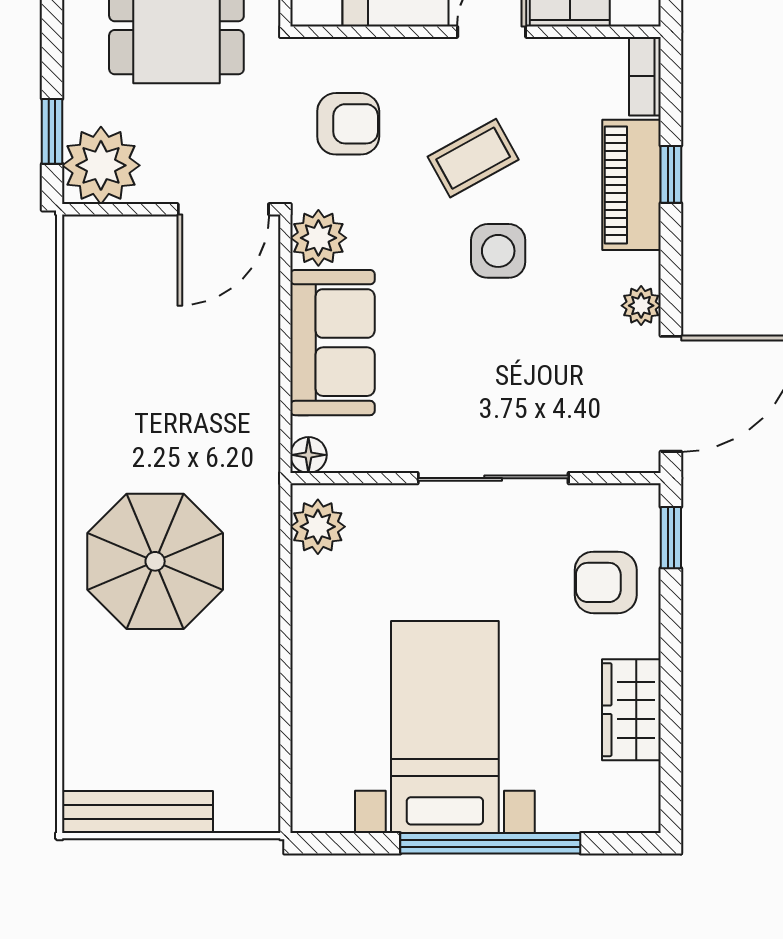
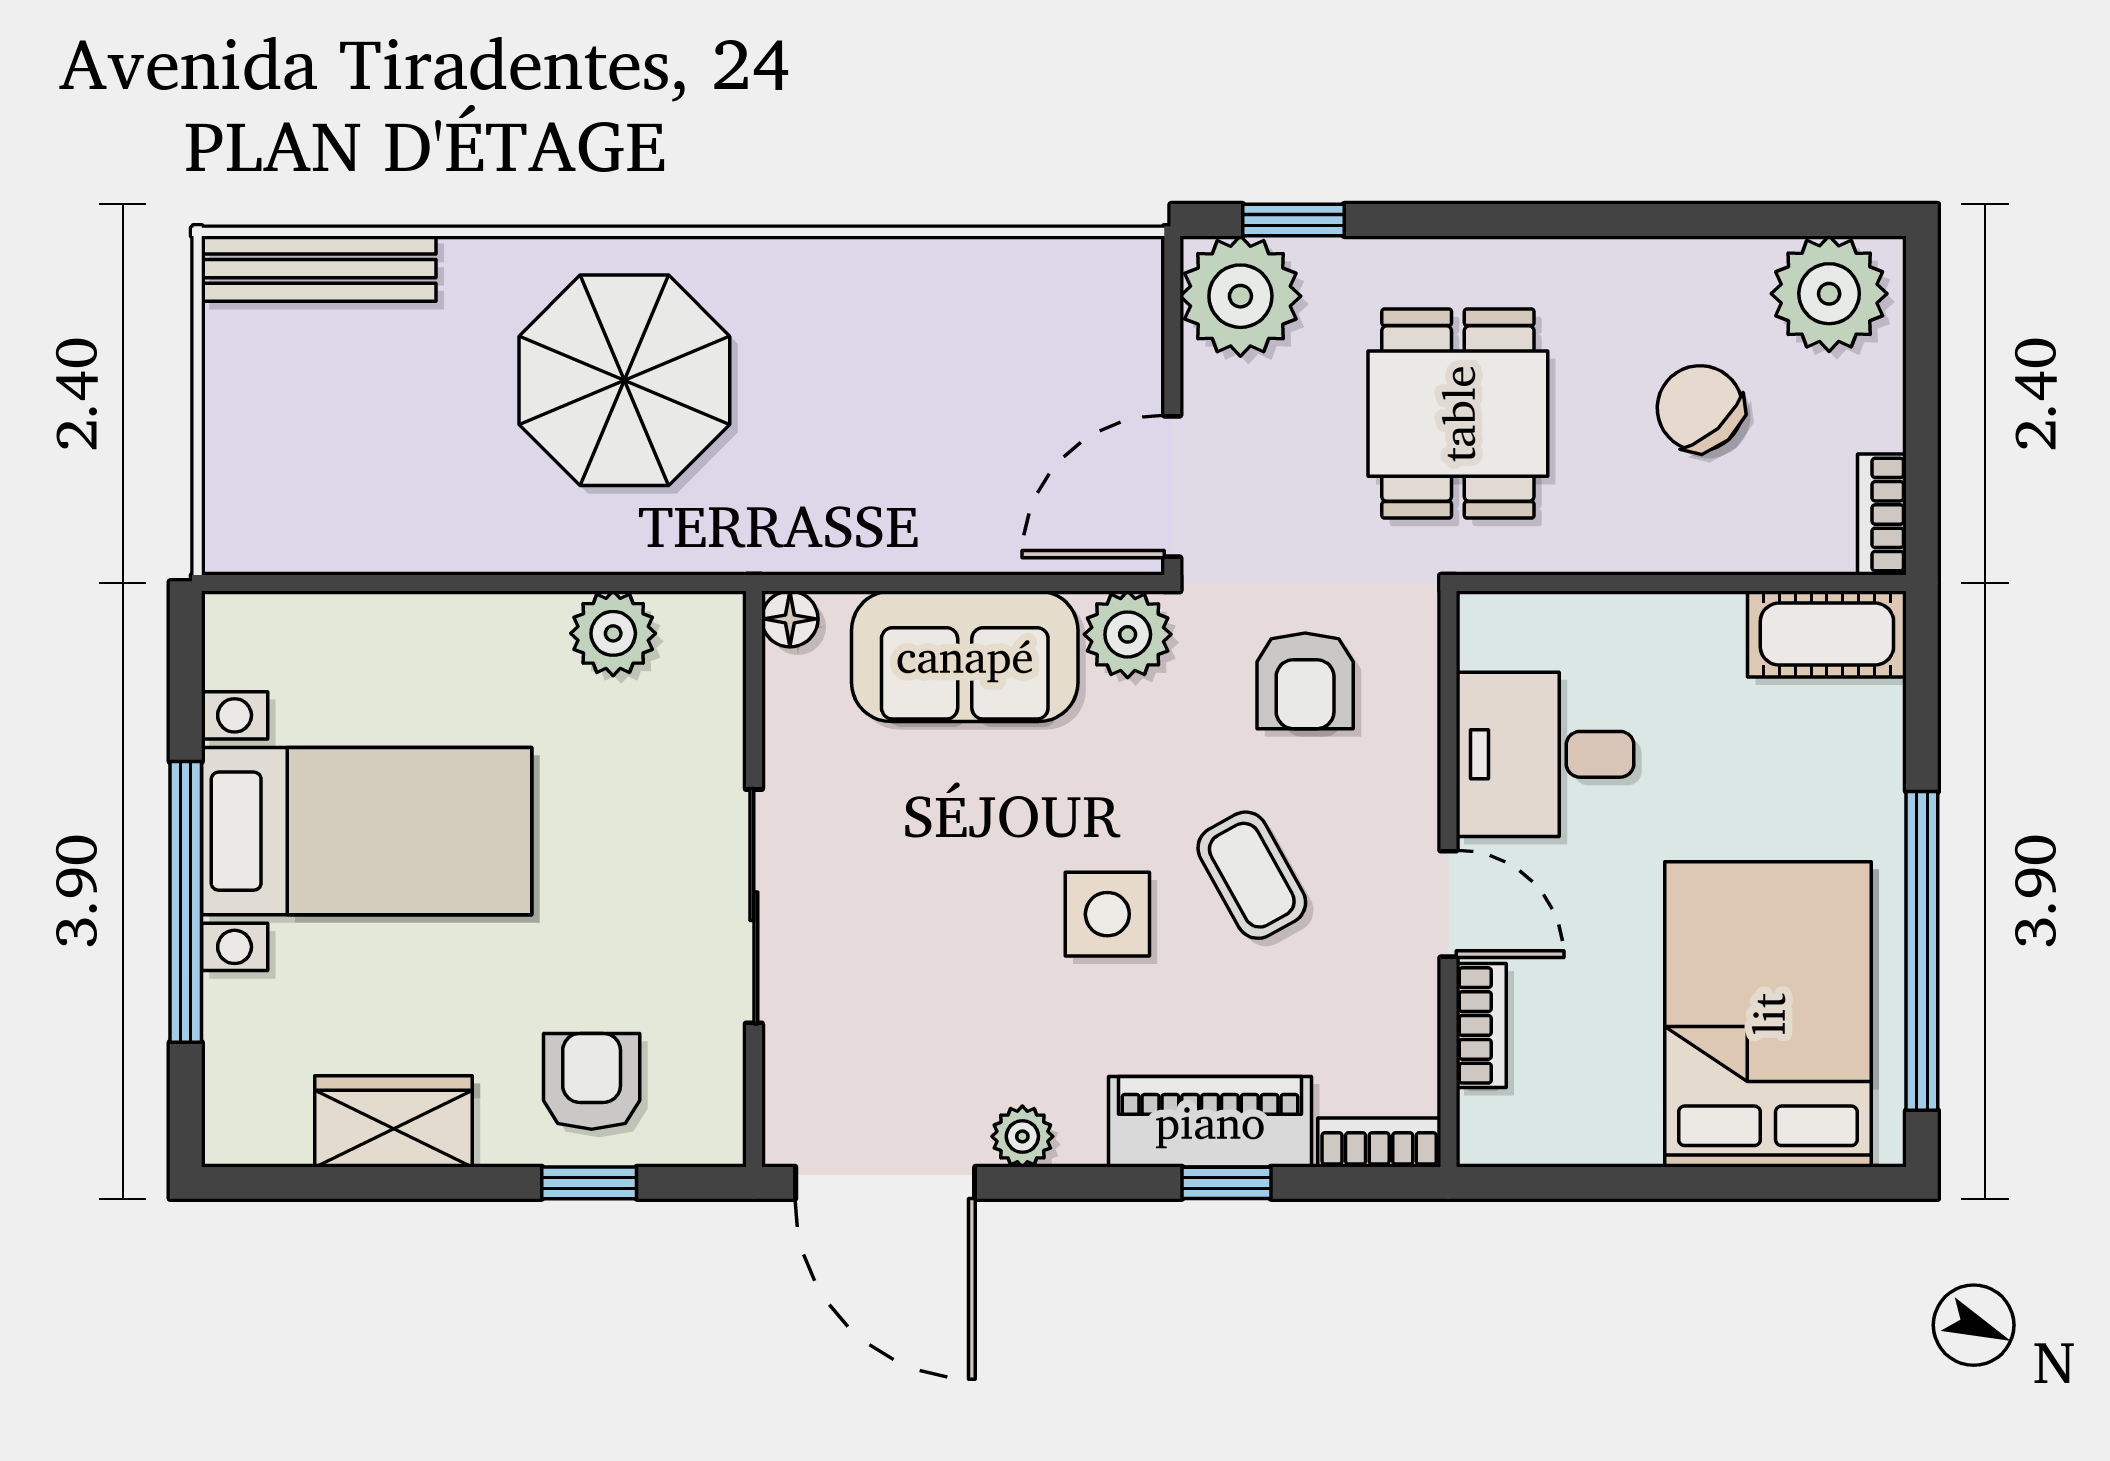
door: (223, 209) -> (1172, 486), hinge flipped
plant: (318, 527) -> (613, 633), moved
window: (671, 538) -> (589, 1183), moved
bench: (138, 812) -> (319, 269), moved, turned 90

